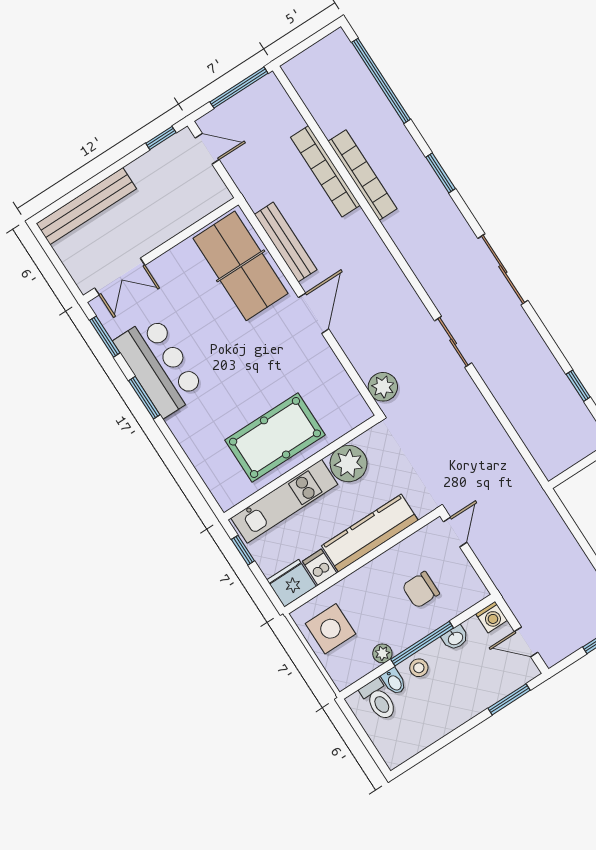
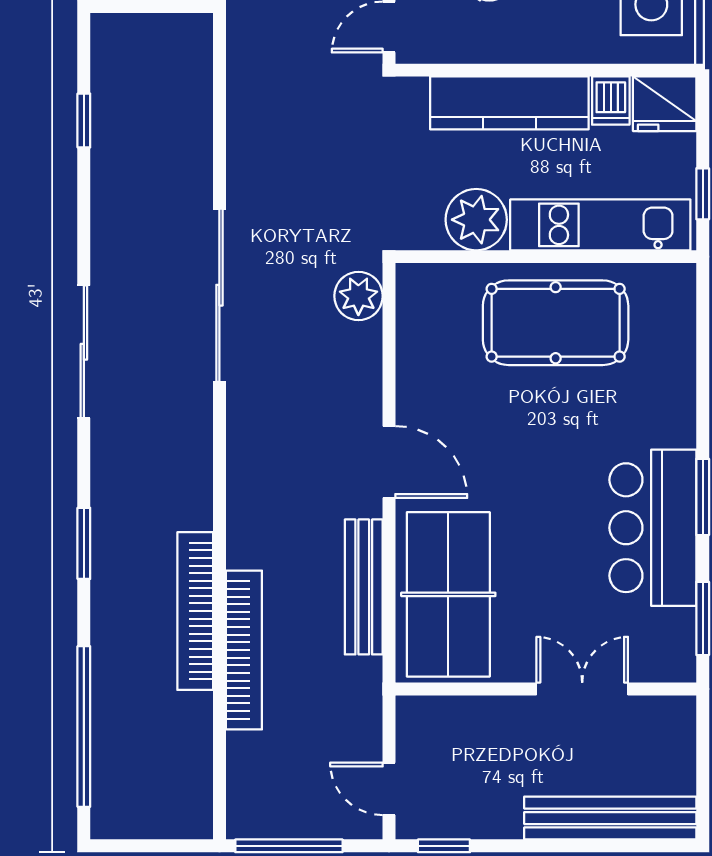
double door: (120, 277) -> (582, 689), moved
door: (314, 313) -> (389, 462), swing flipped
sliding door: (453, 342) -> (219, 295), width x1.86

